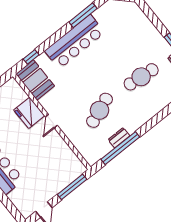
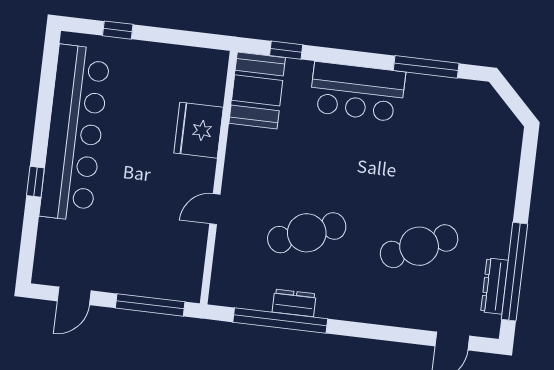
bar counter: (75, 42) -> (357, 92), width x0.73
cafe table: (141, 77) -> (419, 246), turned -30
door: (51, 121) -> (215, 209), moved

